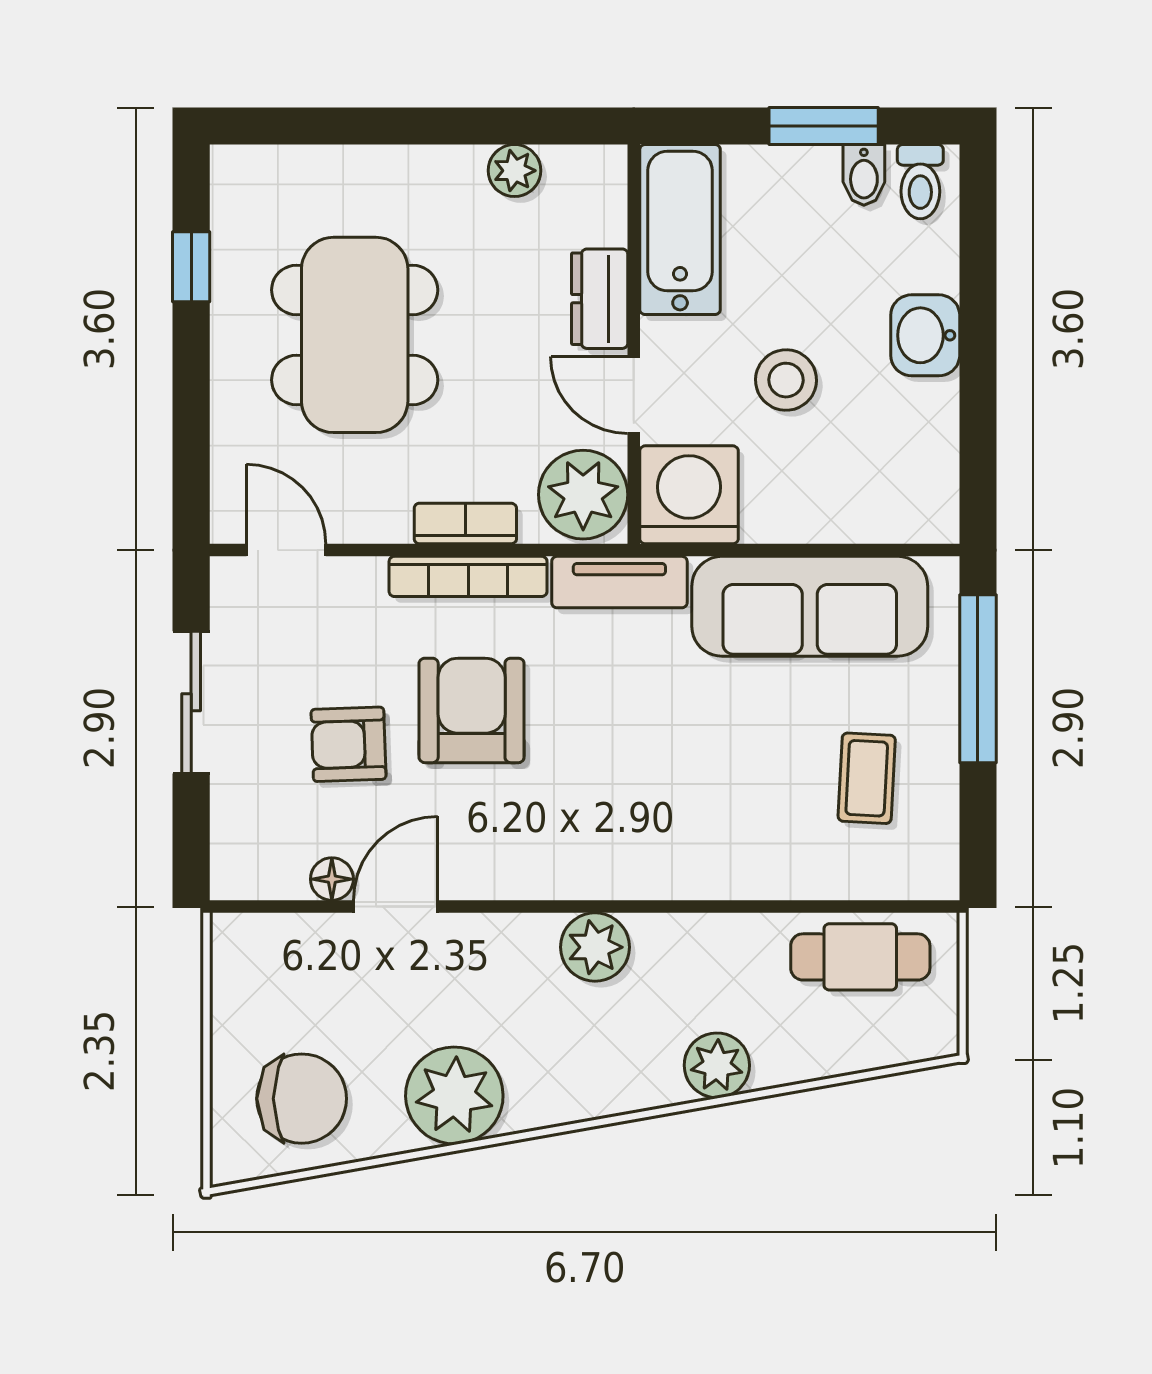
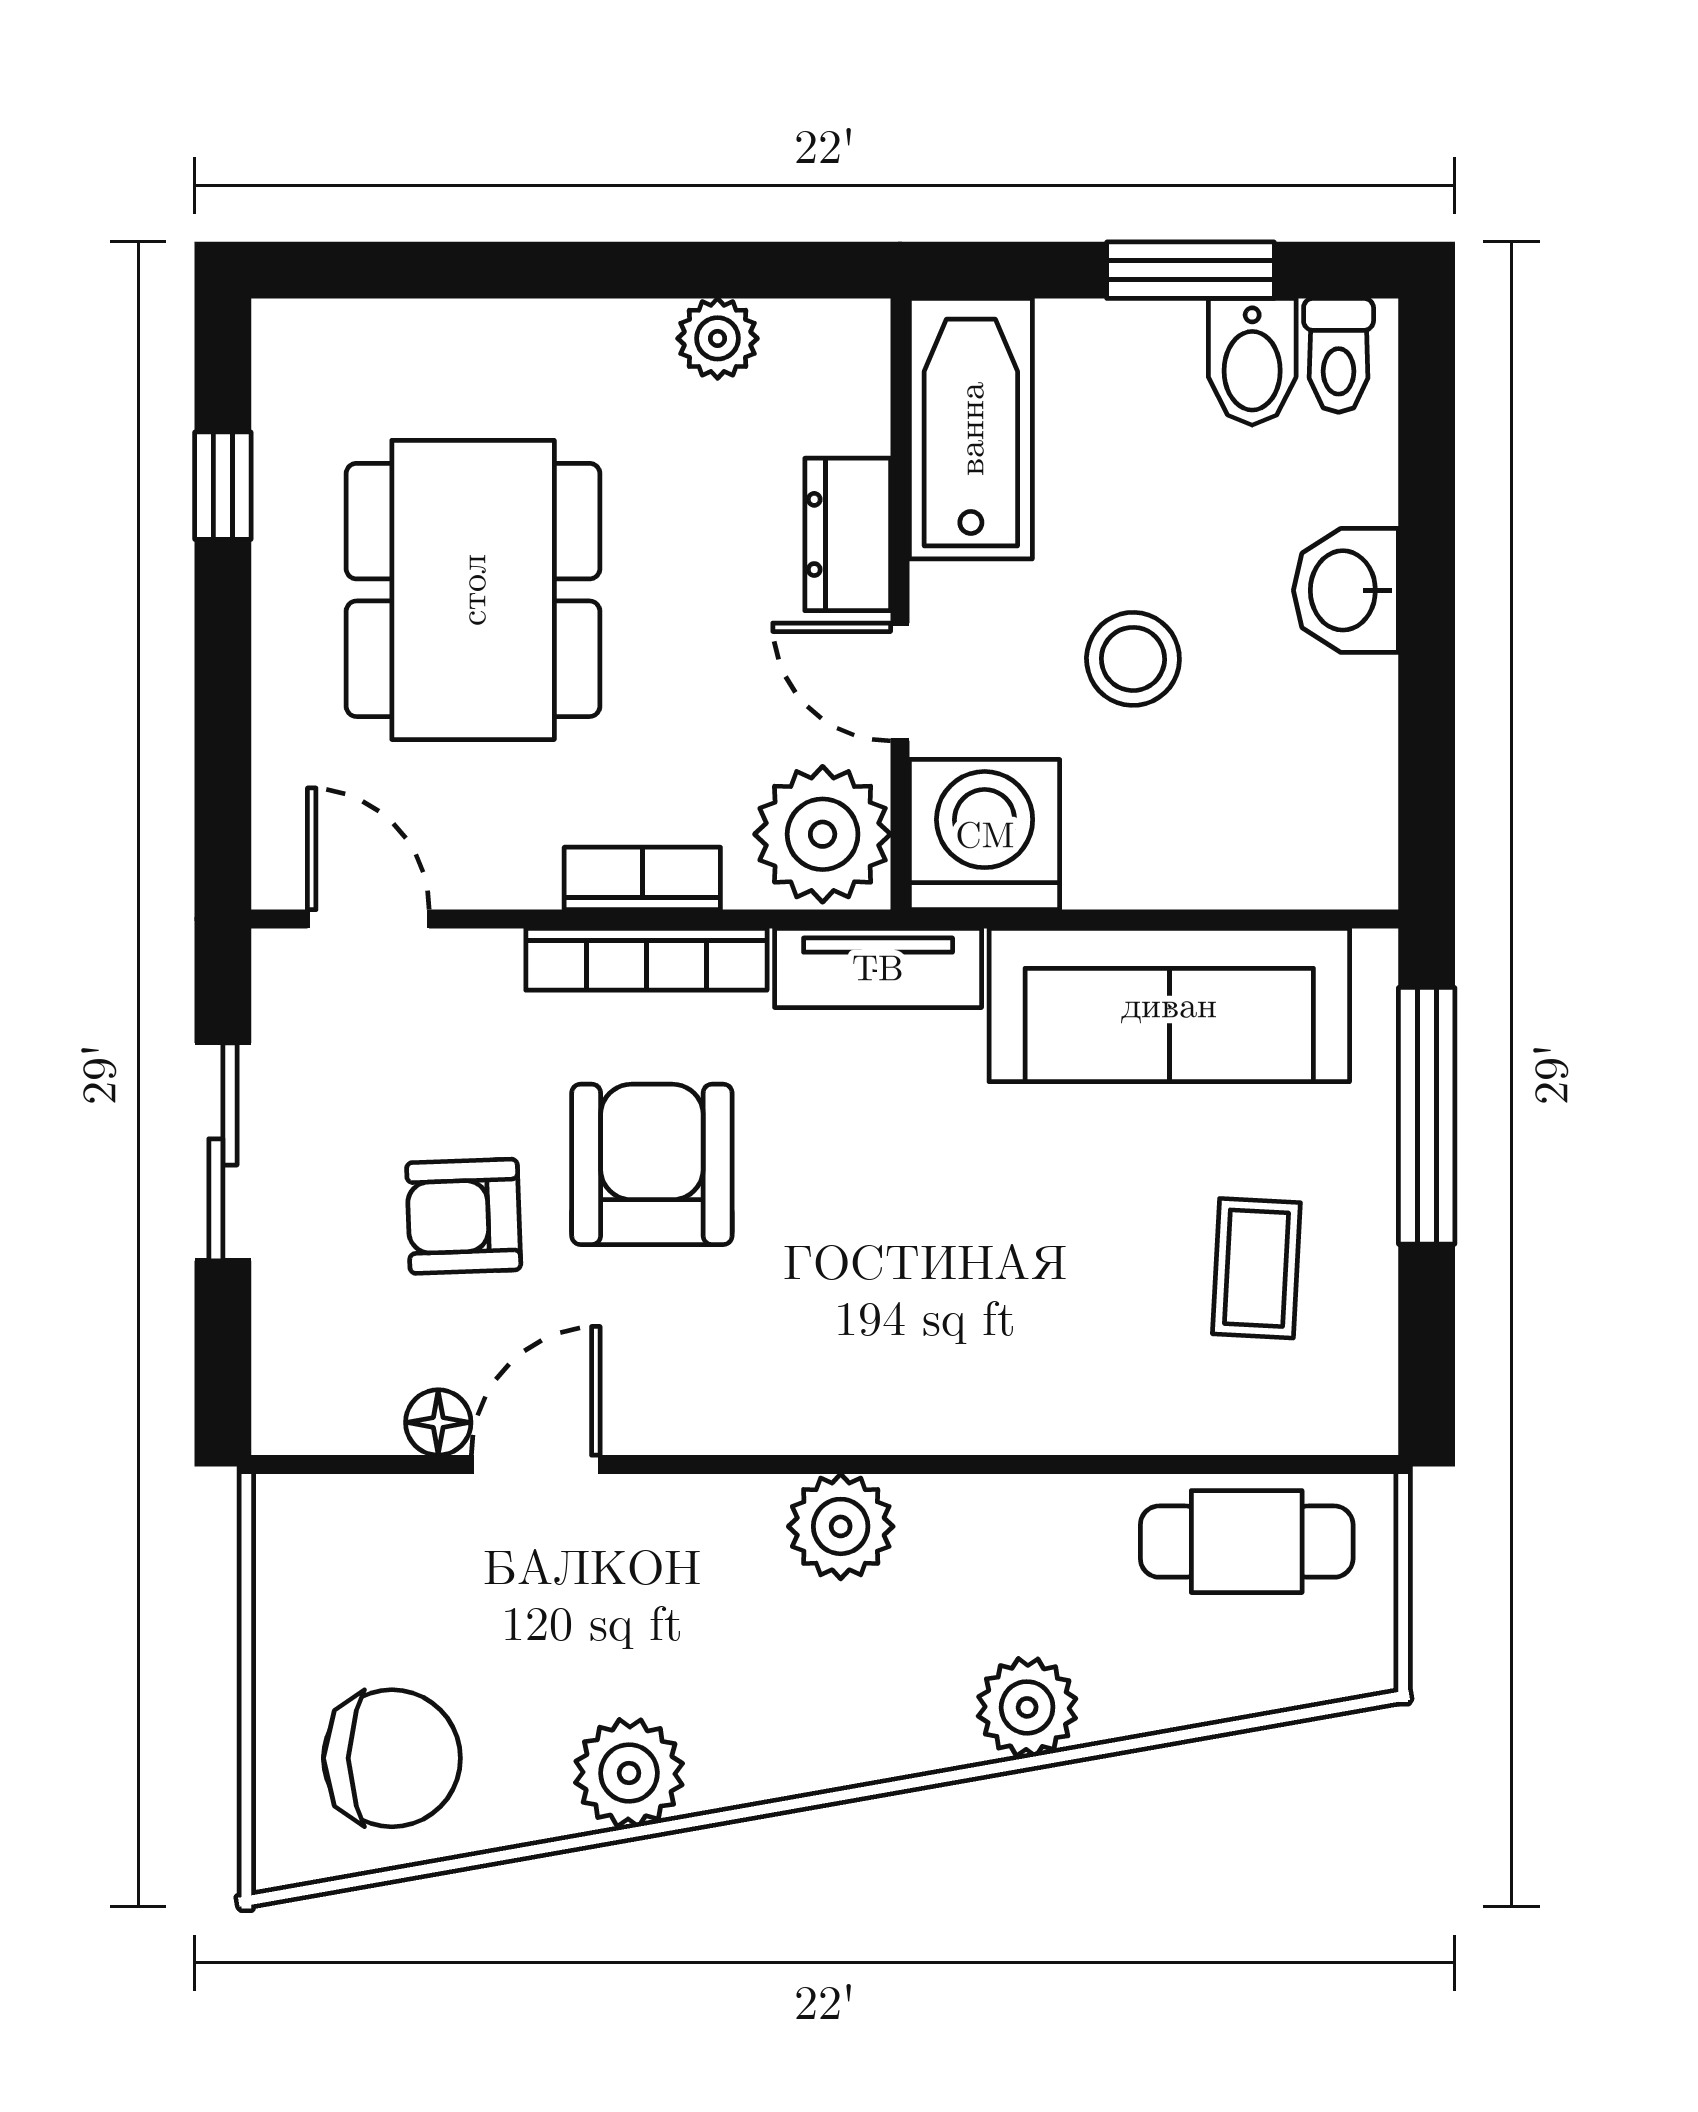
bidet: (864, 175) -> (1252, 362), width x1.38, depth x1.36
plant: (454, 1095) -> (629, 1773), width x0.73, depth x0.73

